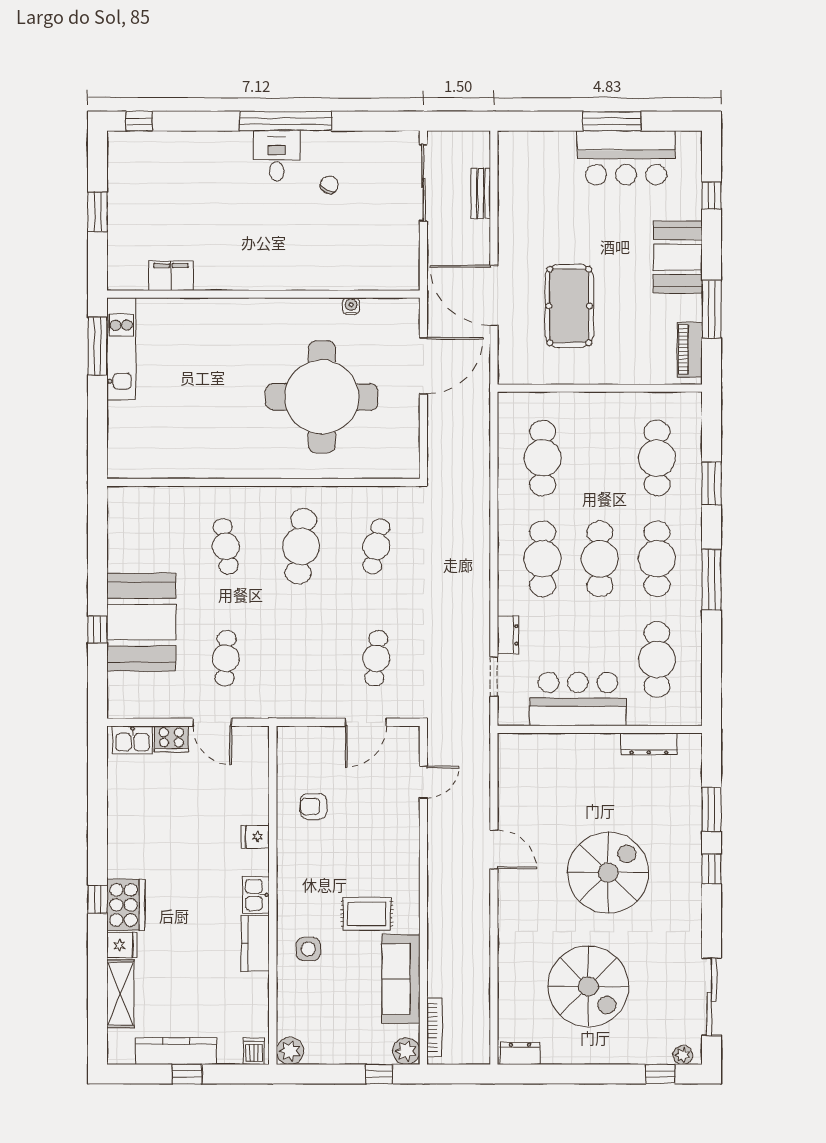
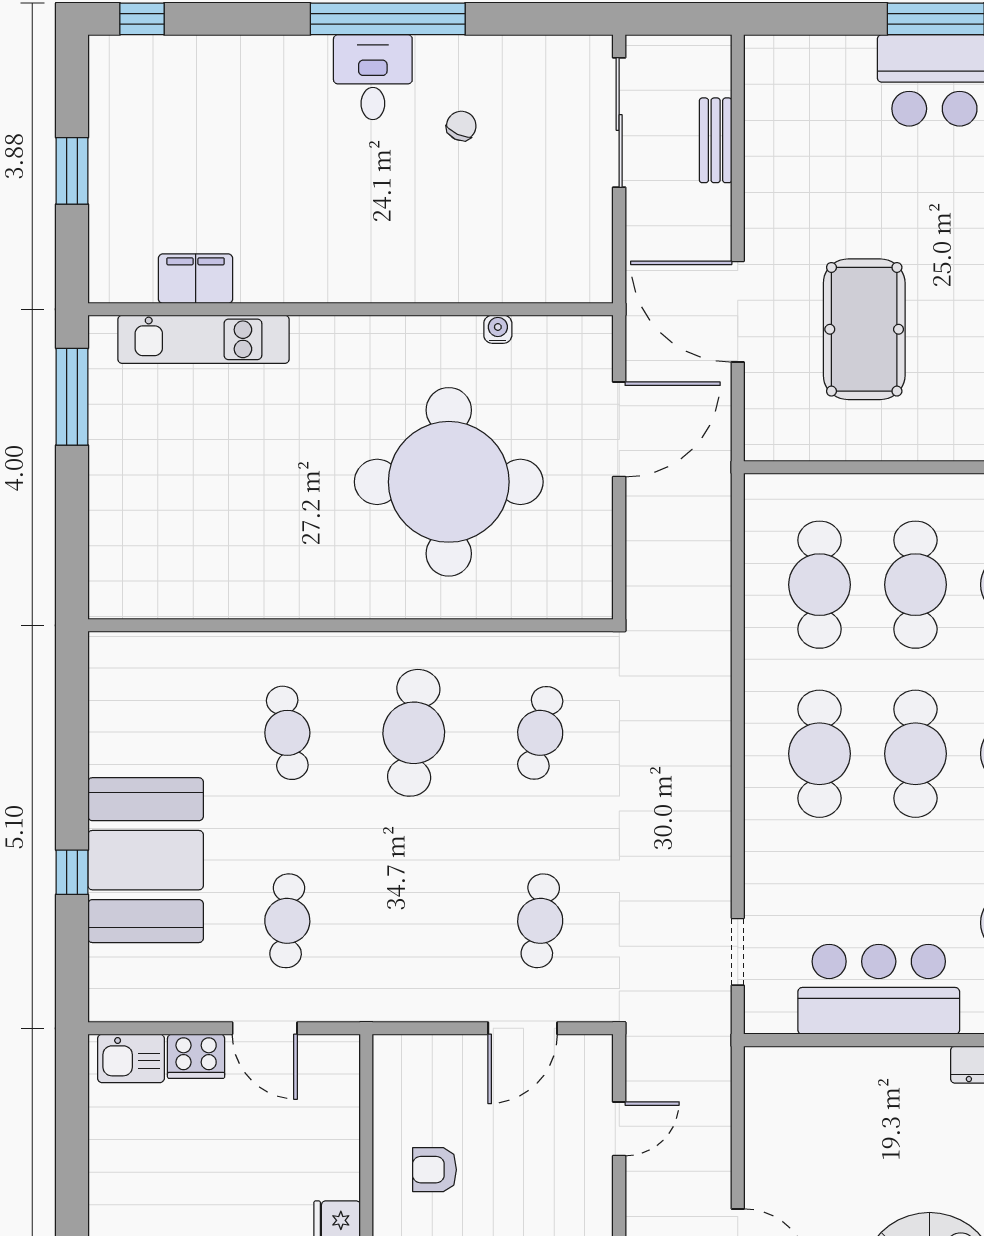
kitchen unit: (121, 349) -> (204, 339), moved, turned 90
cafe table: (600, 458) -> (915, 585), added
dresser: (508, 635) -> (761, 882), removed

